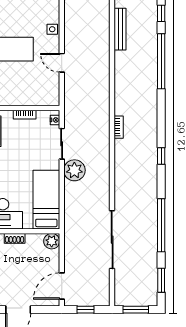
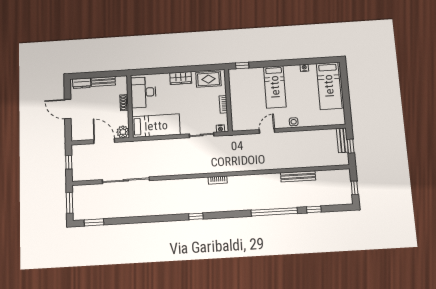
plant: (74, 170) -> (181, 146), removed
window: (161, 225) -> (139, 220), removed
door: (62, 286) -> (104, 141), moved

